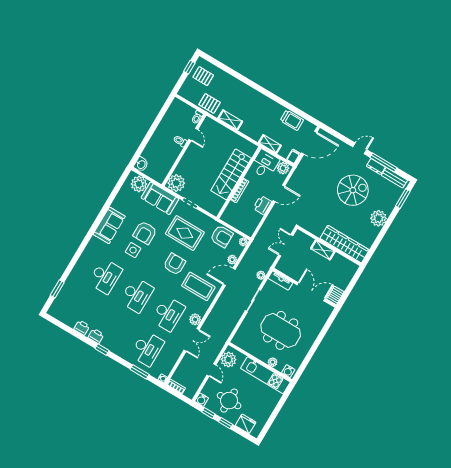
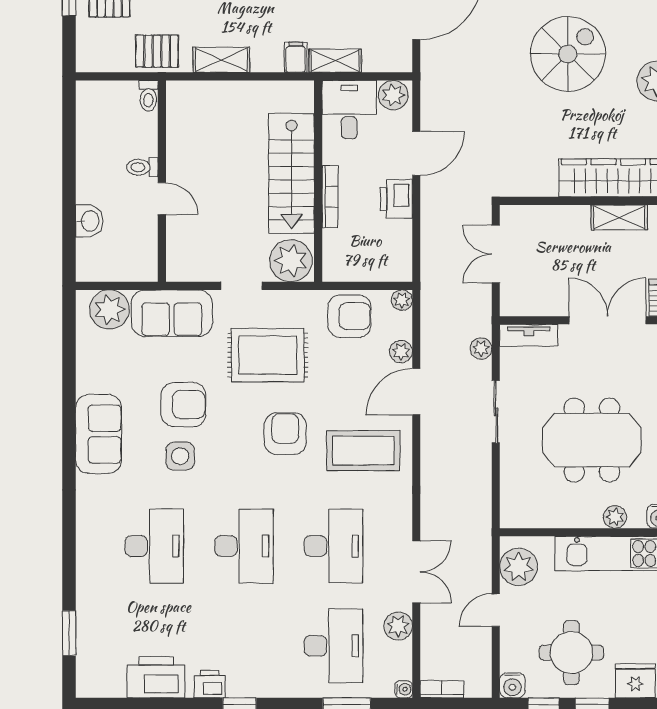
door: (193, 134) -> (162, 199), moved
filing cabinet: (294, 157) -> (296, 57), moved
washbasin: (141, 164) -> (89, 221), moved
plant: (176, 183) -> (291, 261), moved
armchair: (145, 233) -> (183, 405), turned -90
shelving: (323, 250) -> (619, 217), moved
plant: (195, 319) -> (398, 626), moved
printer: (82, 328) -> (156, 677), width x1.87, depth x1.48
door: (211, 370) -> (496, 610), swing flipped

